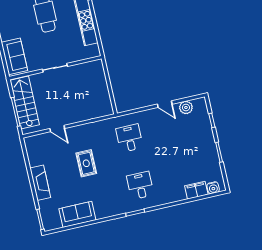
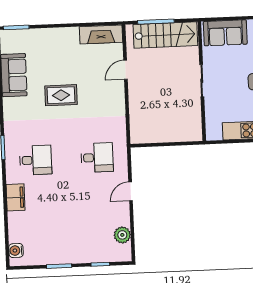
door: (165, 104) -> (131, 191), moved
rug: (86, 163) -> (61, 95), moved
fireplace: (40, 183) -> (101, 34), moved
filing cabinet: (196, 190) -> (16, 197), moved

